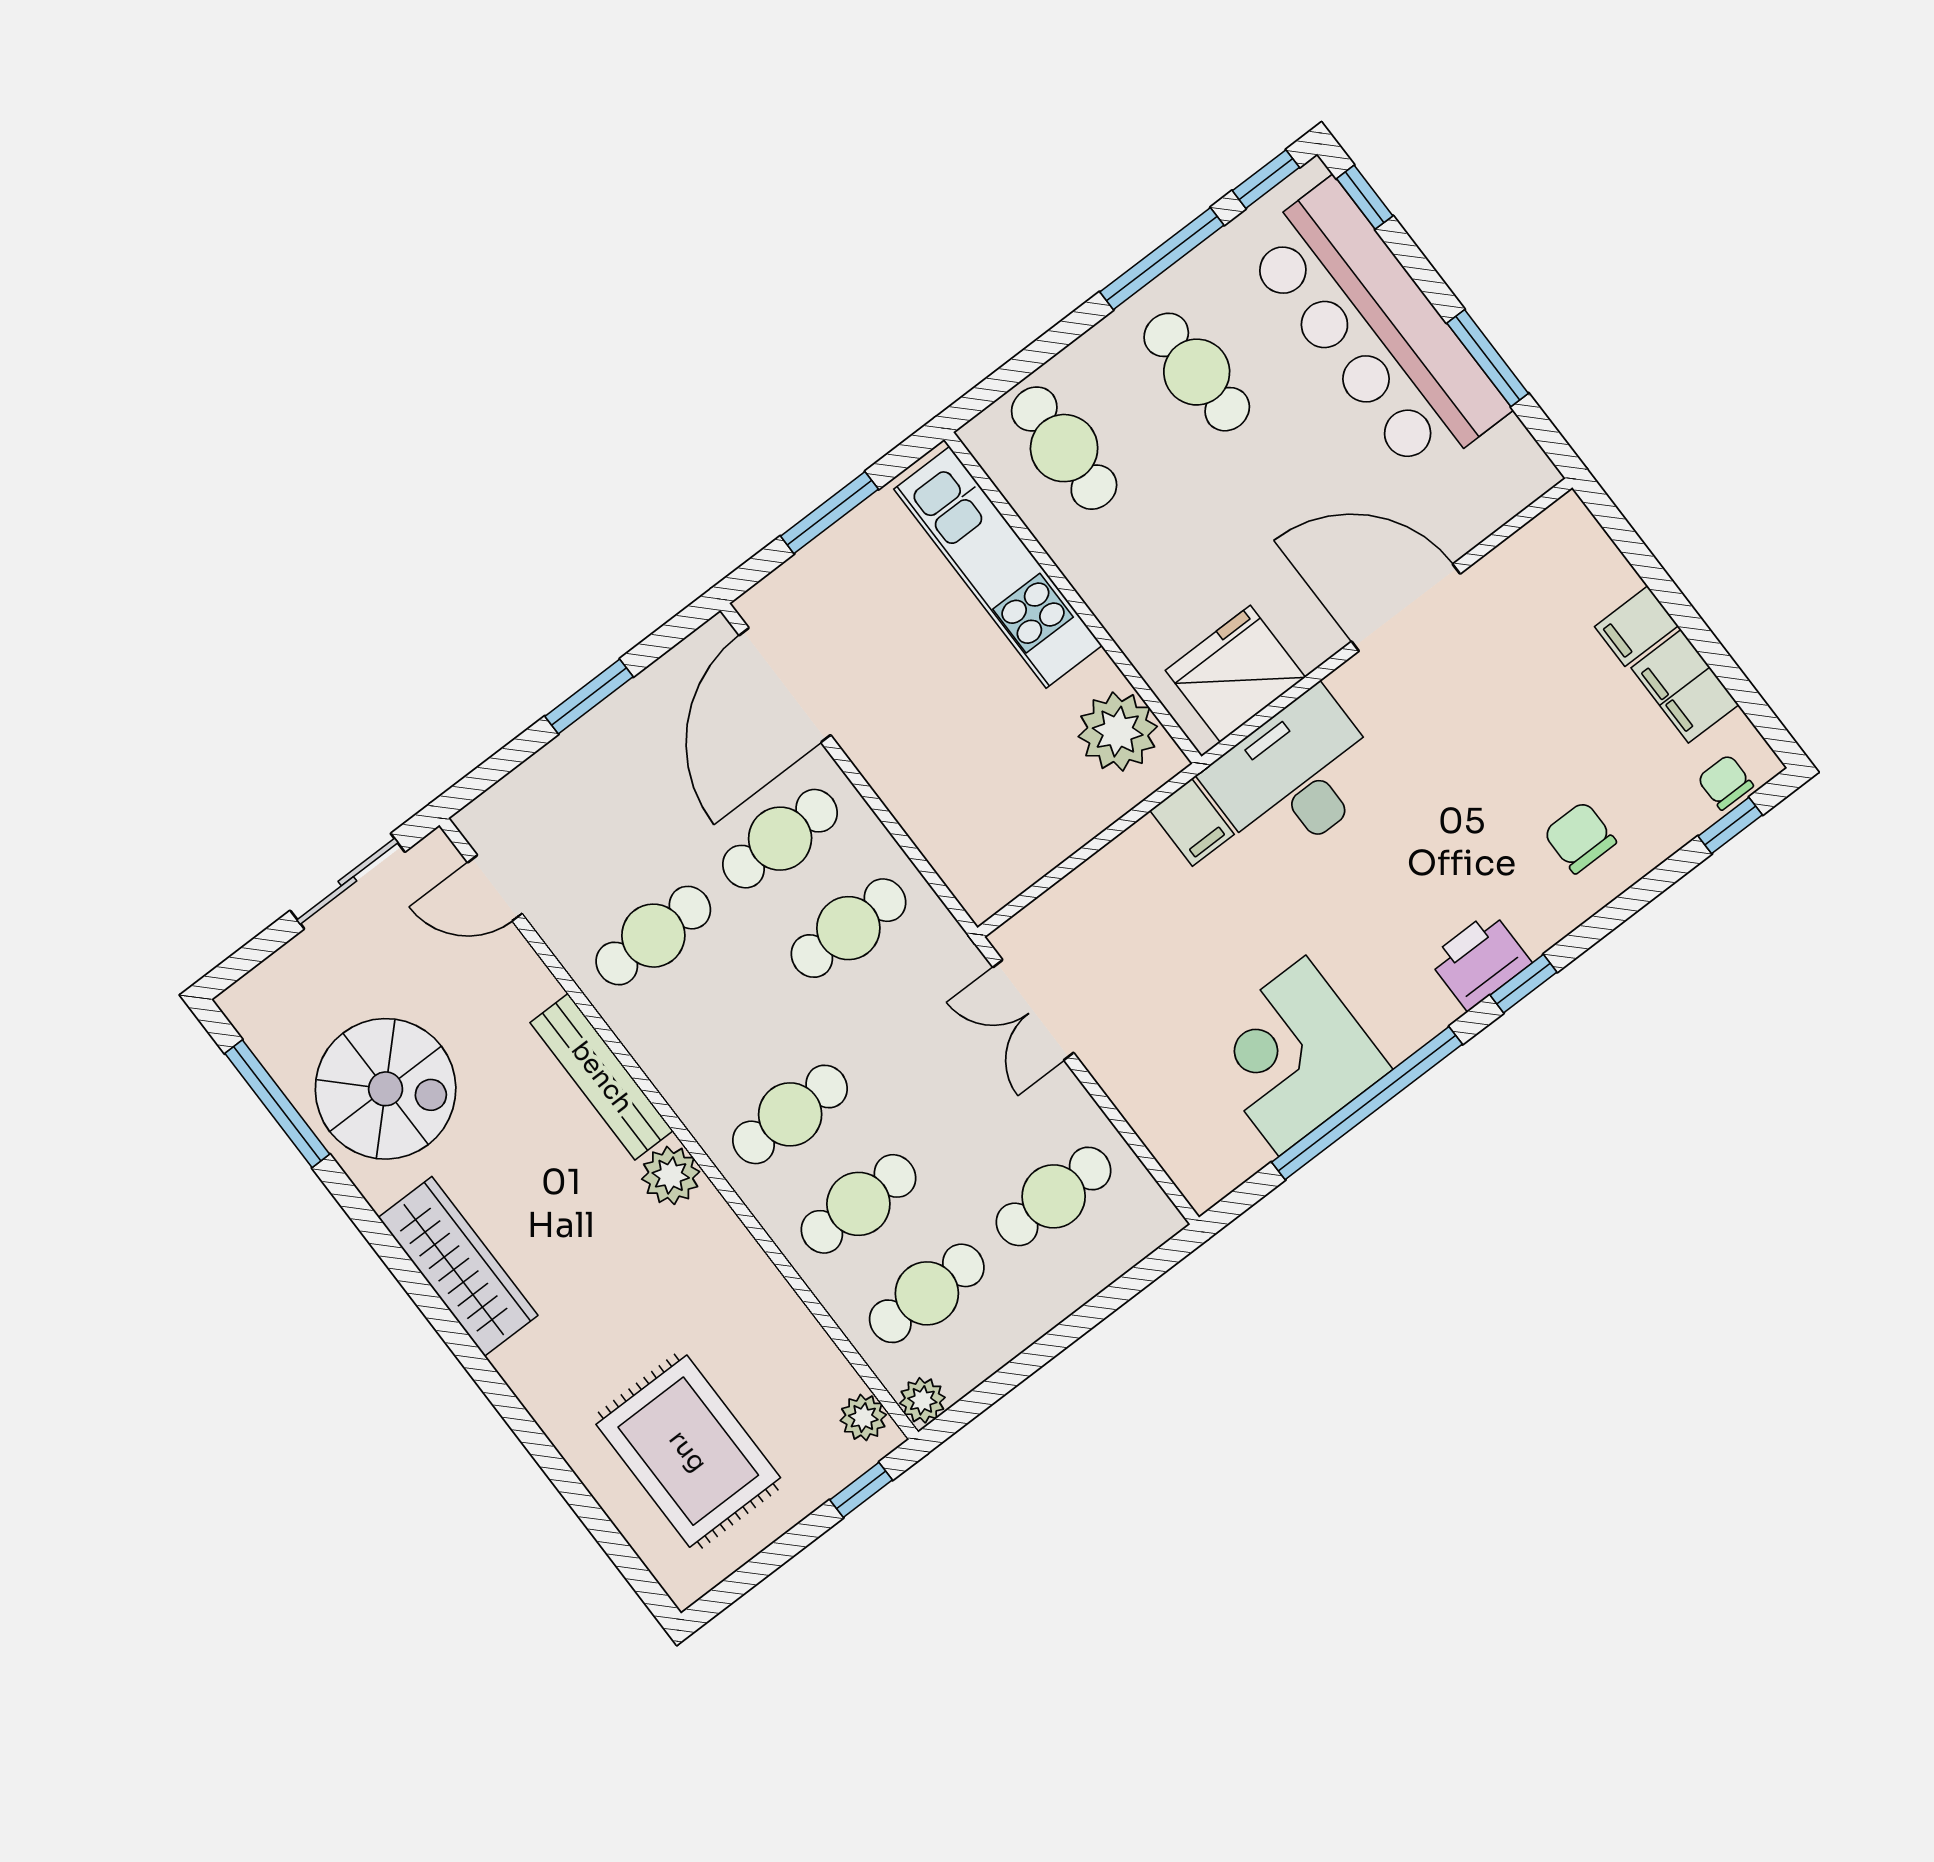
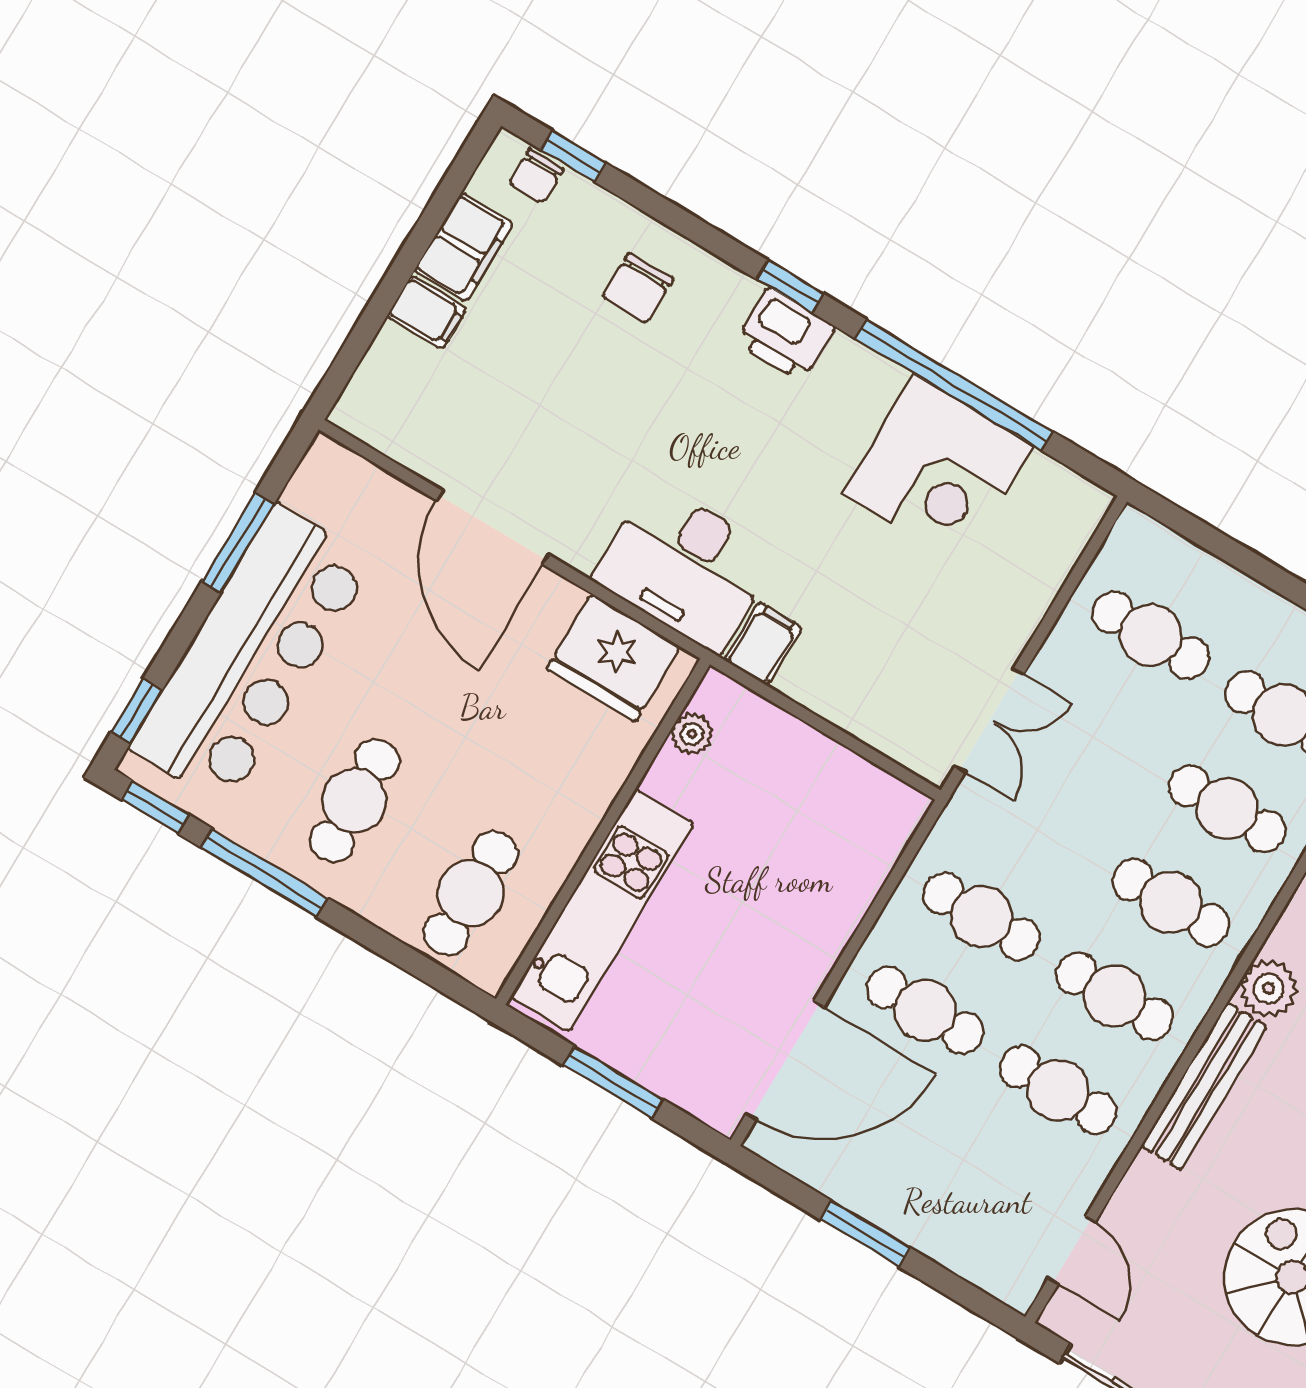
plant: (1118, 732) -> (692, 734), width x0.53, depth x0.53
cafe table: (722, 1025) -> (1114, 996), added

